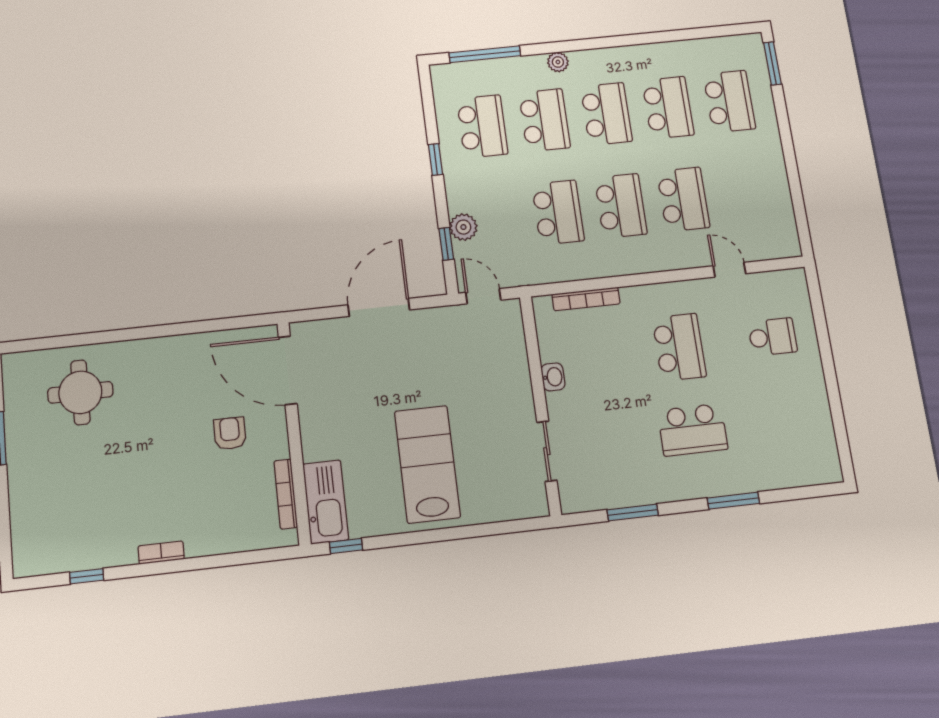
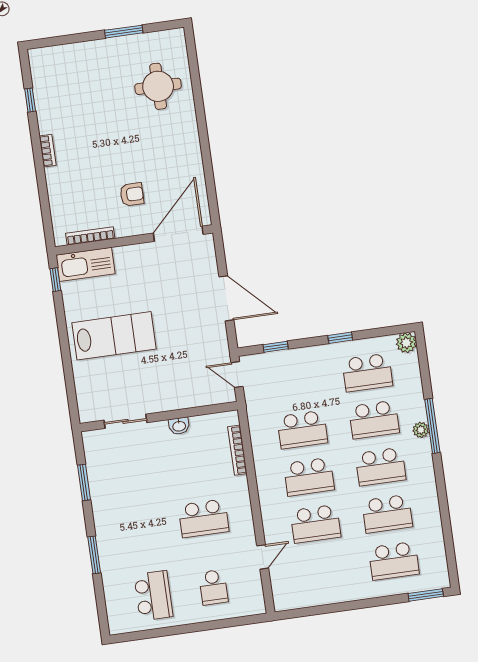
window: (485, 54) -> (432, 426), moved
plant: (463, 227) -> (406, 343), moved
door: (483, 296) -> (237, 375), swing flipped
school desk: (693, 430) -> (153, 596), moved, turned 180

